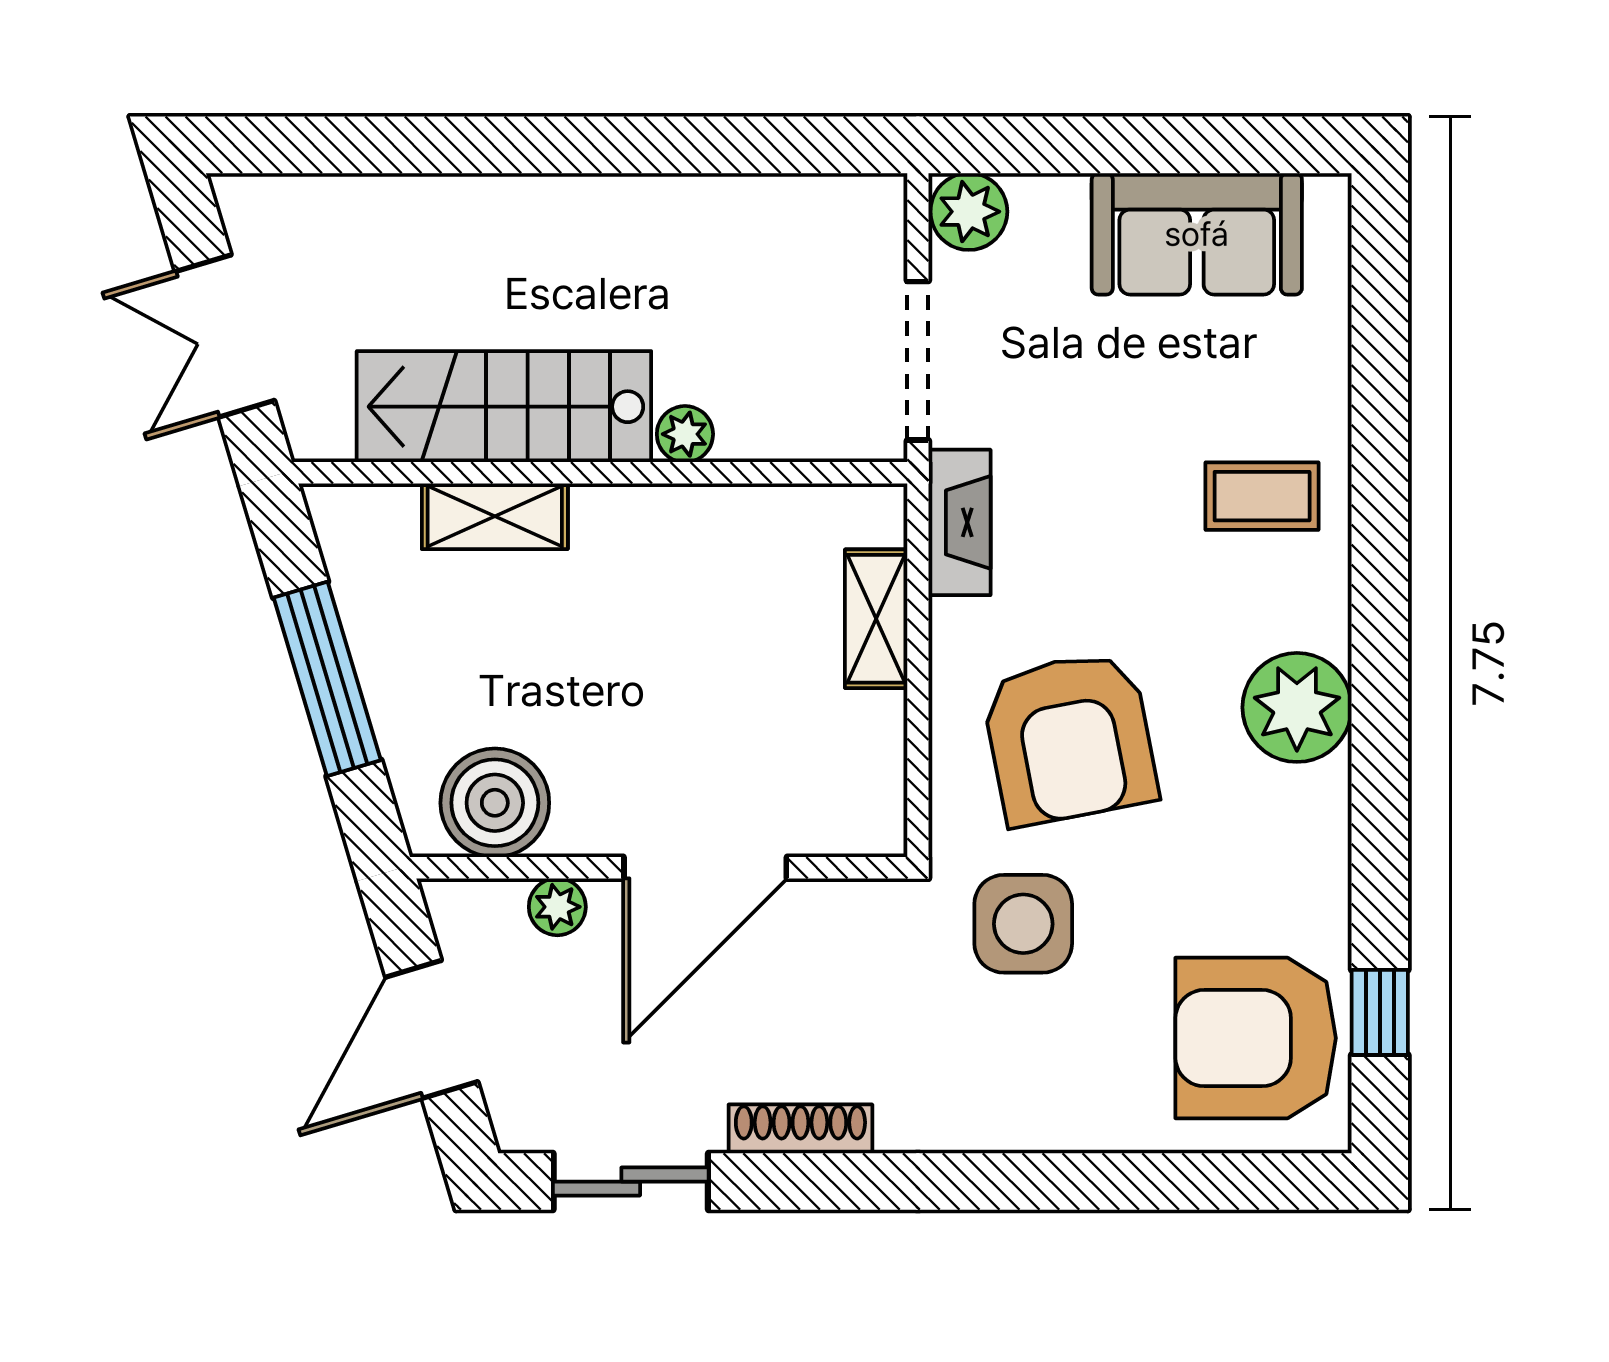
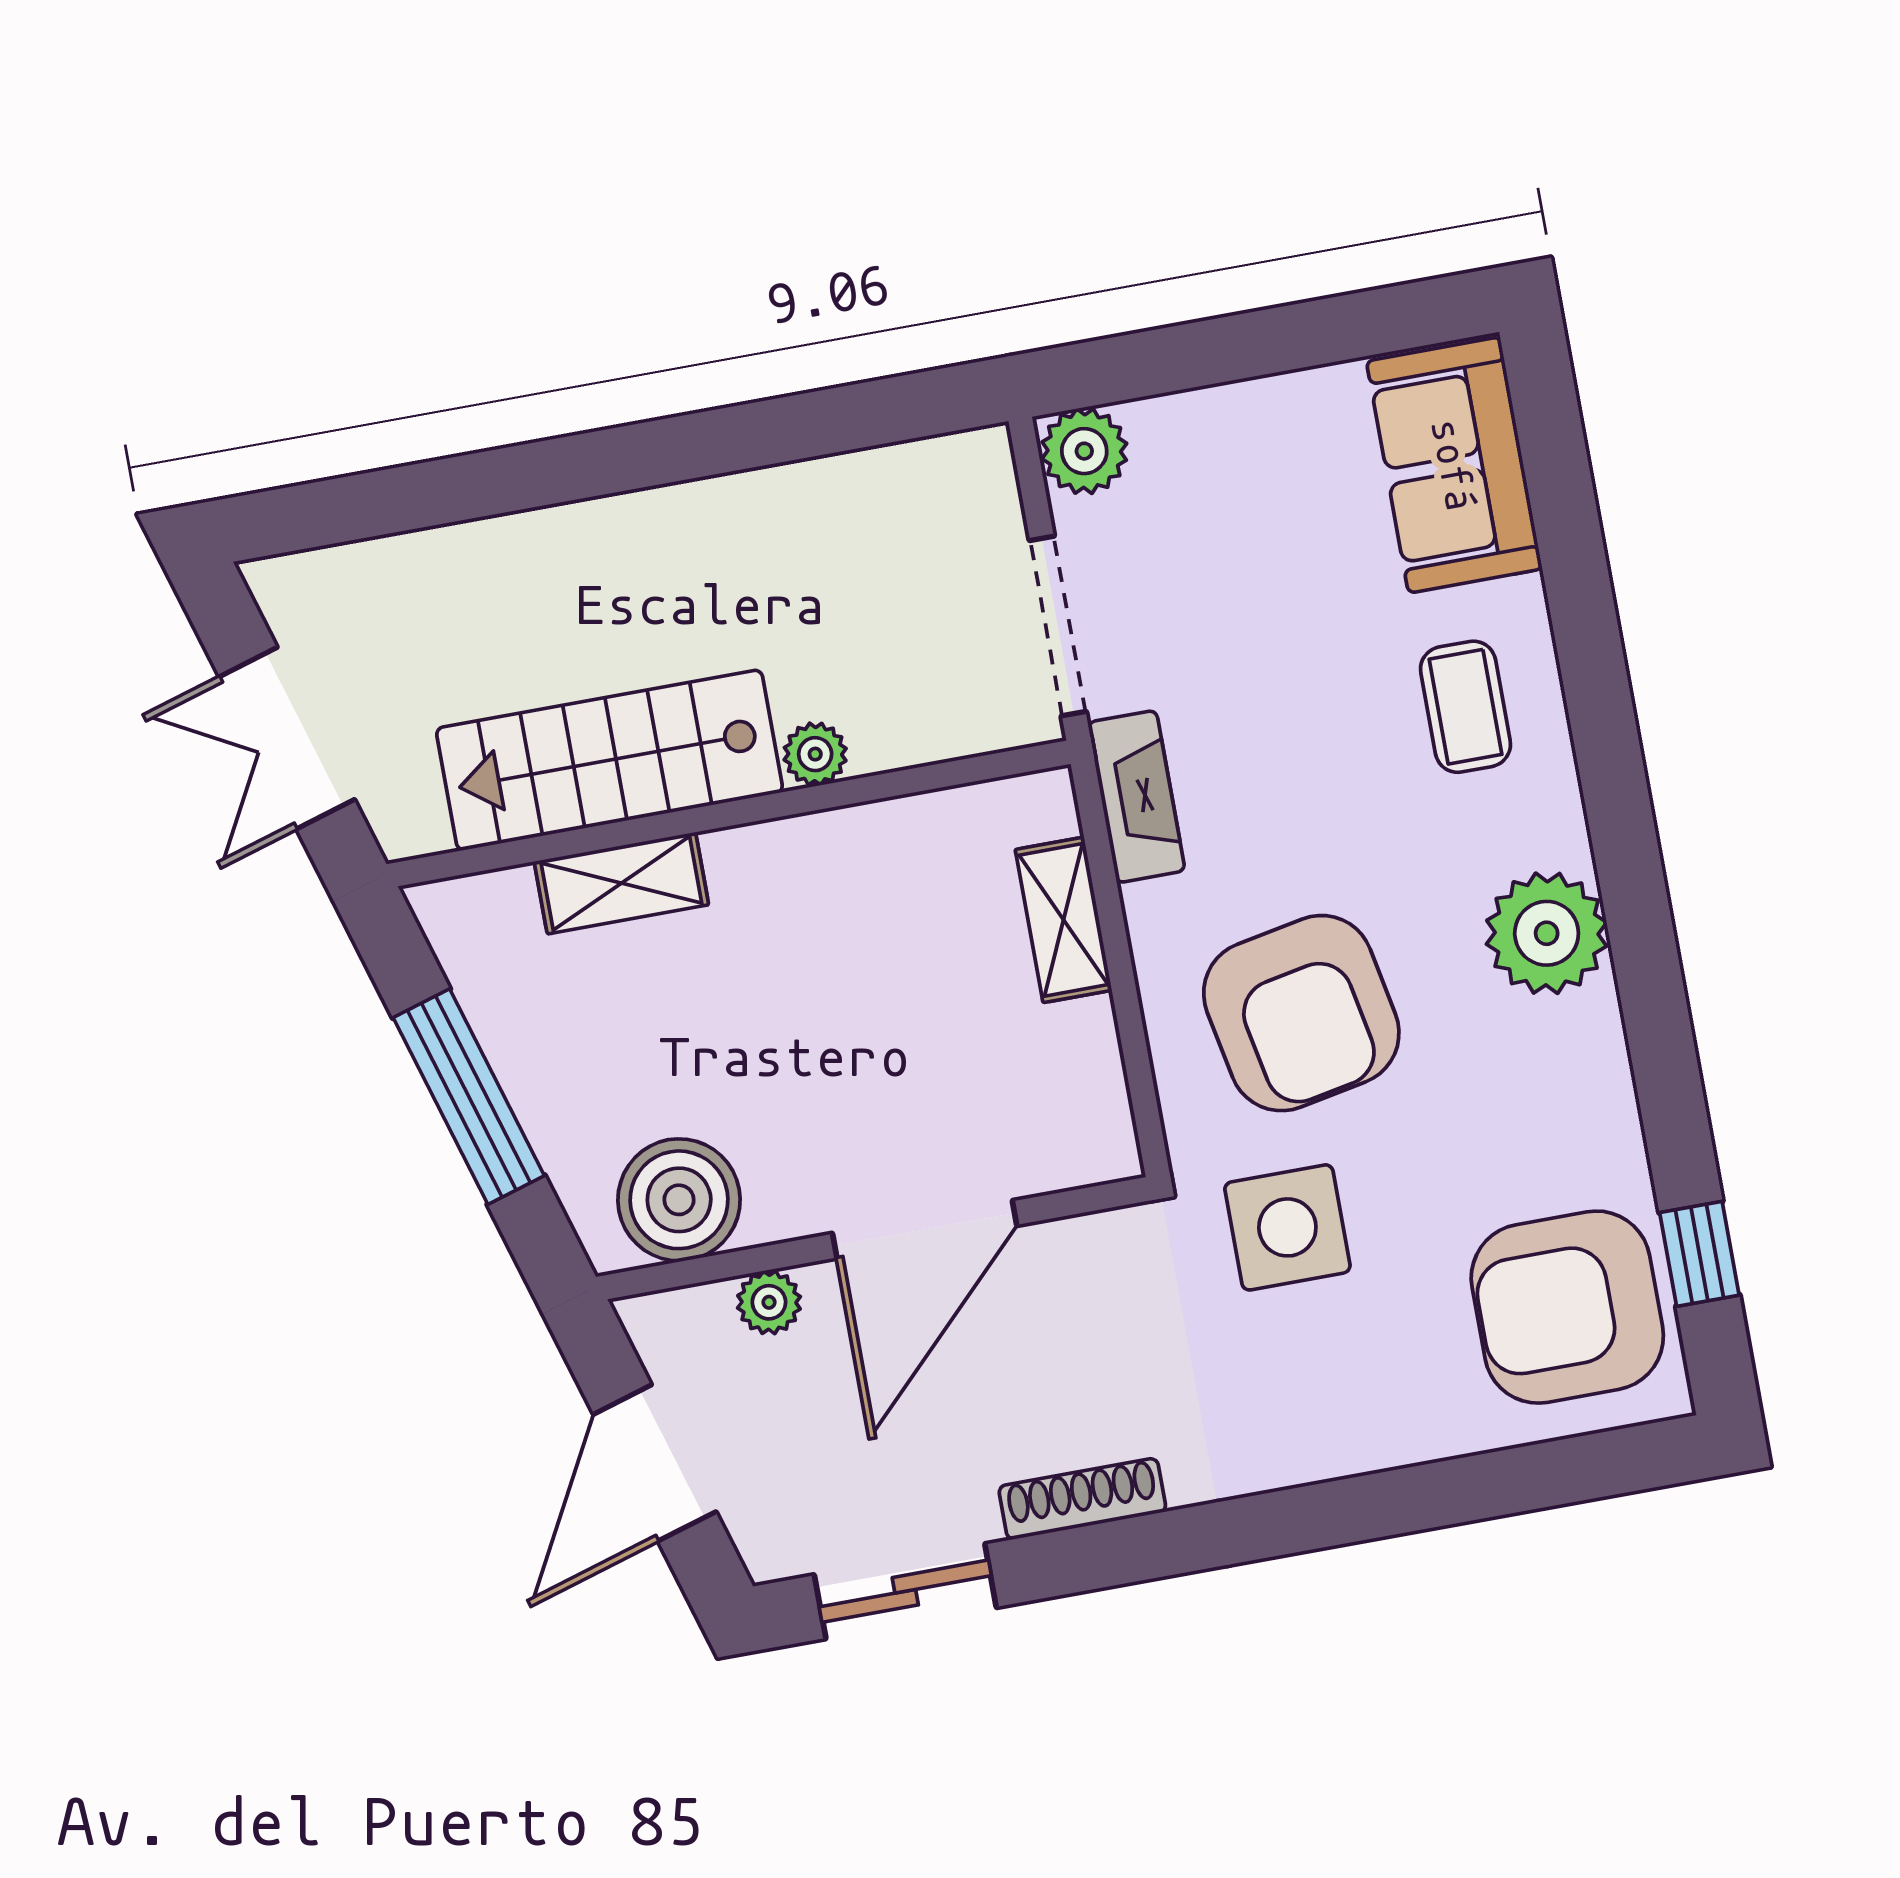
sofa: (1197, 234) -> (1454, 465), moved, turned 90
coffee table: (1262, 496) -> (1465, 707), turned 90

